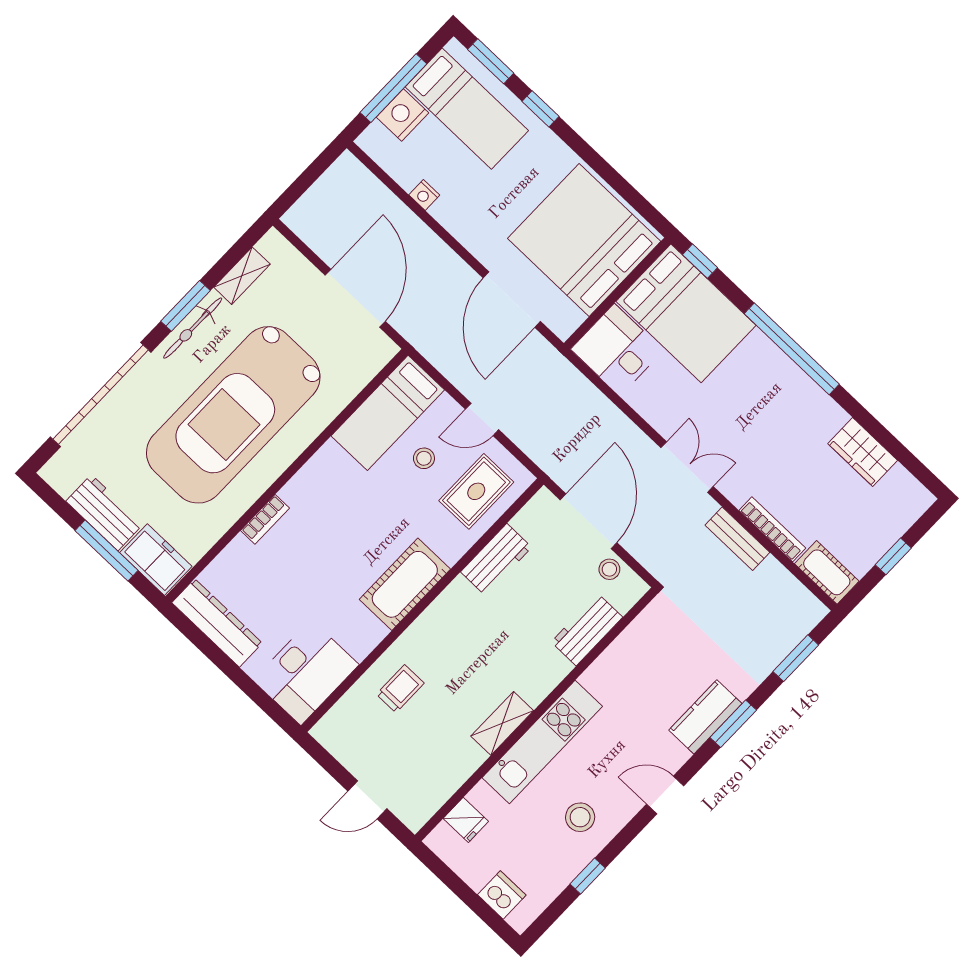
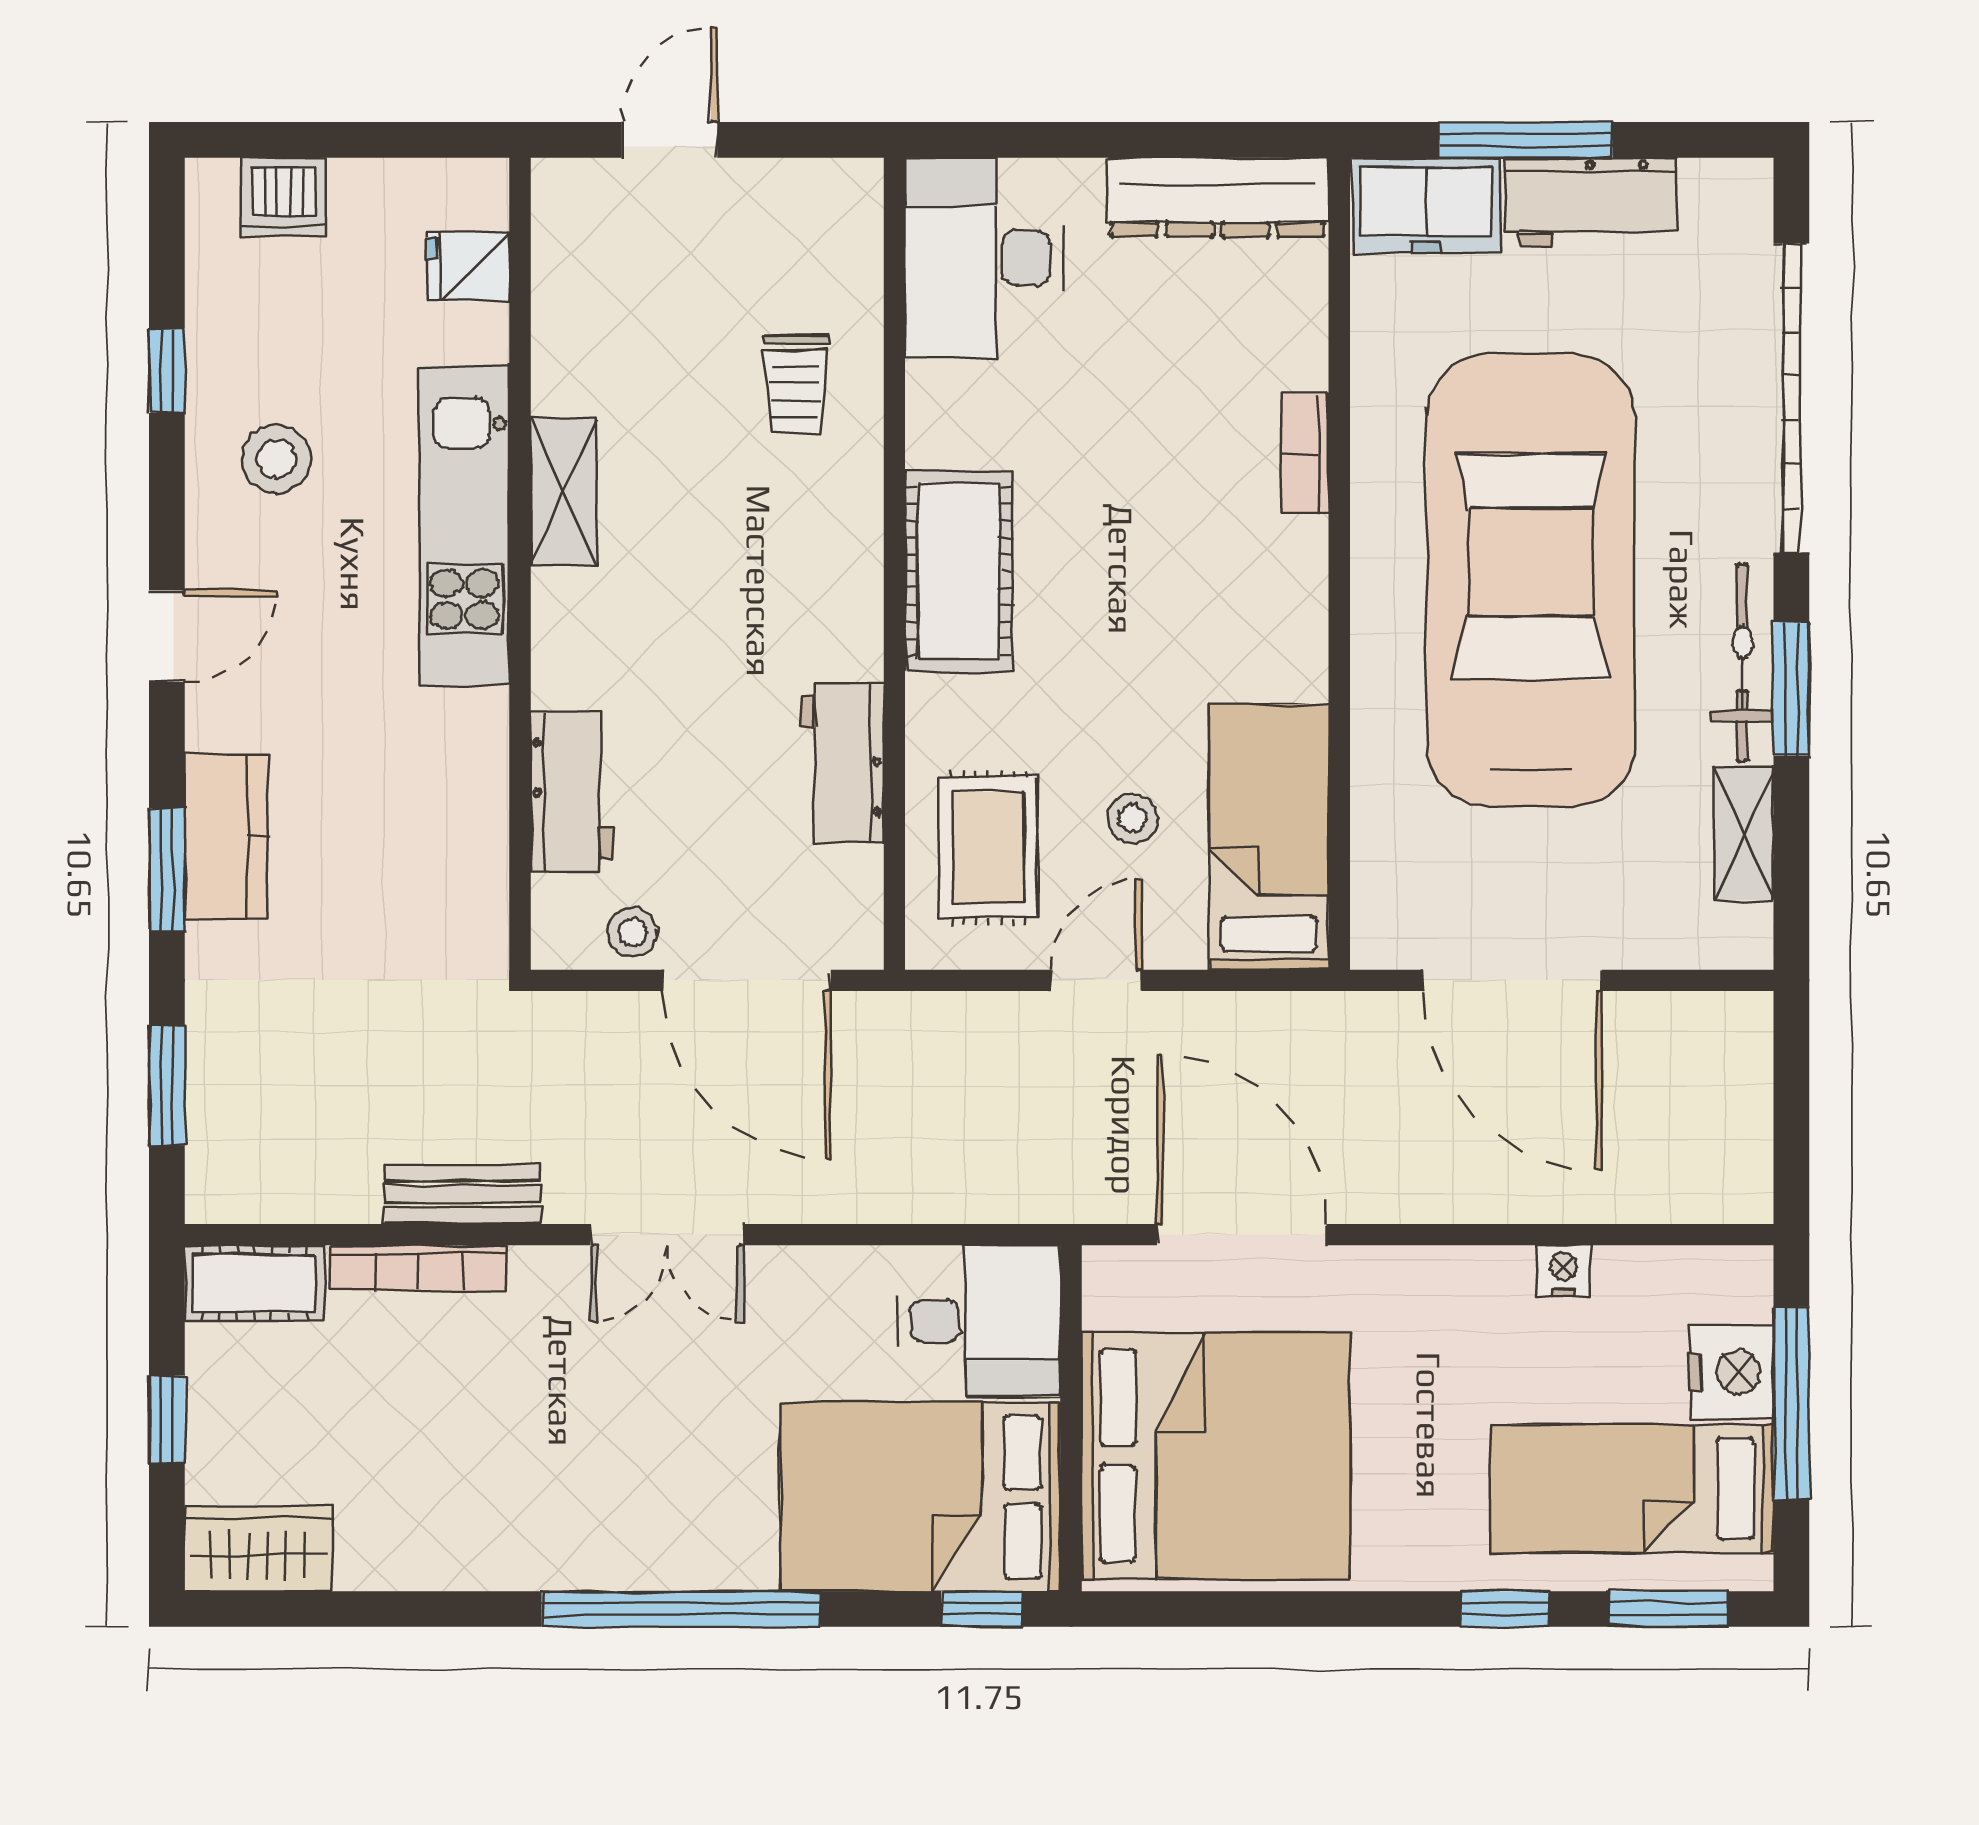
wardrobe: (863, 452) -> (258, 1548), moved

